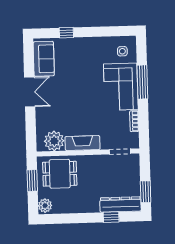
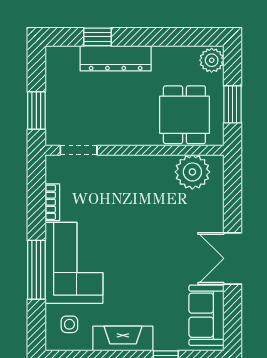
fireplace: (82, 143) -> (123, 338), moved, turned 180
dining table: (60, 174) -> (184, 115), turned 90
window: (146, 192) -> (36, 111), moved
dresser: (120, 204) -> (116, 58), moved

